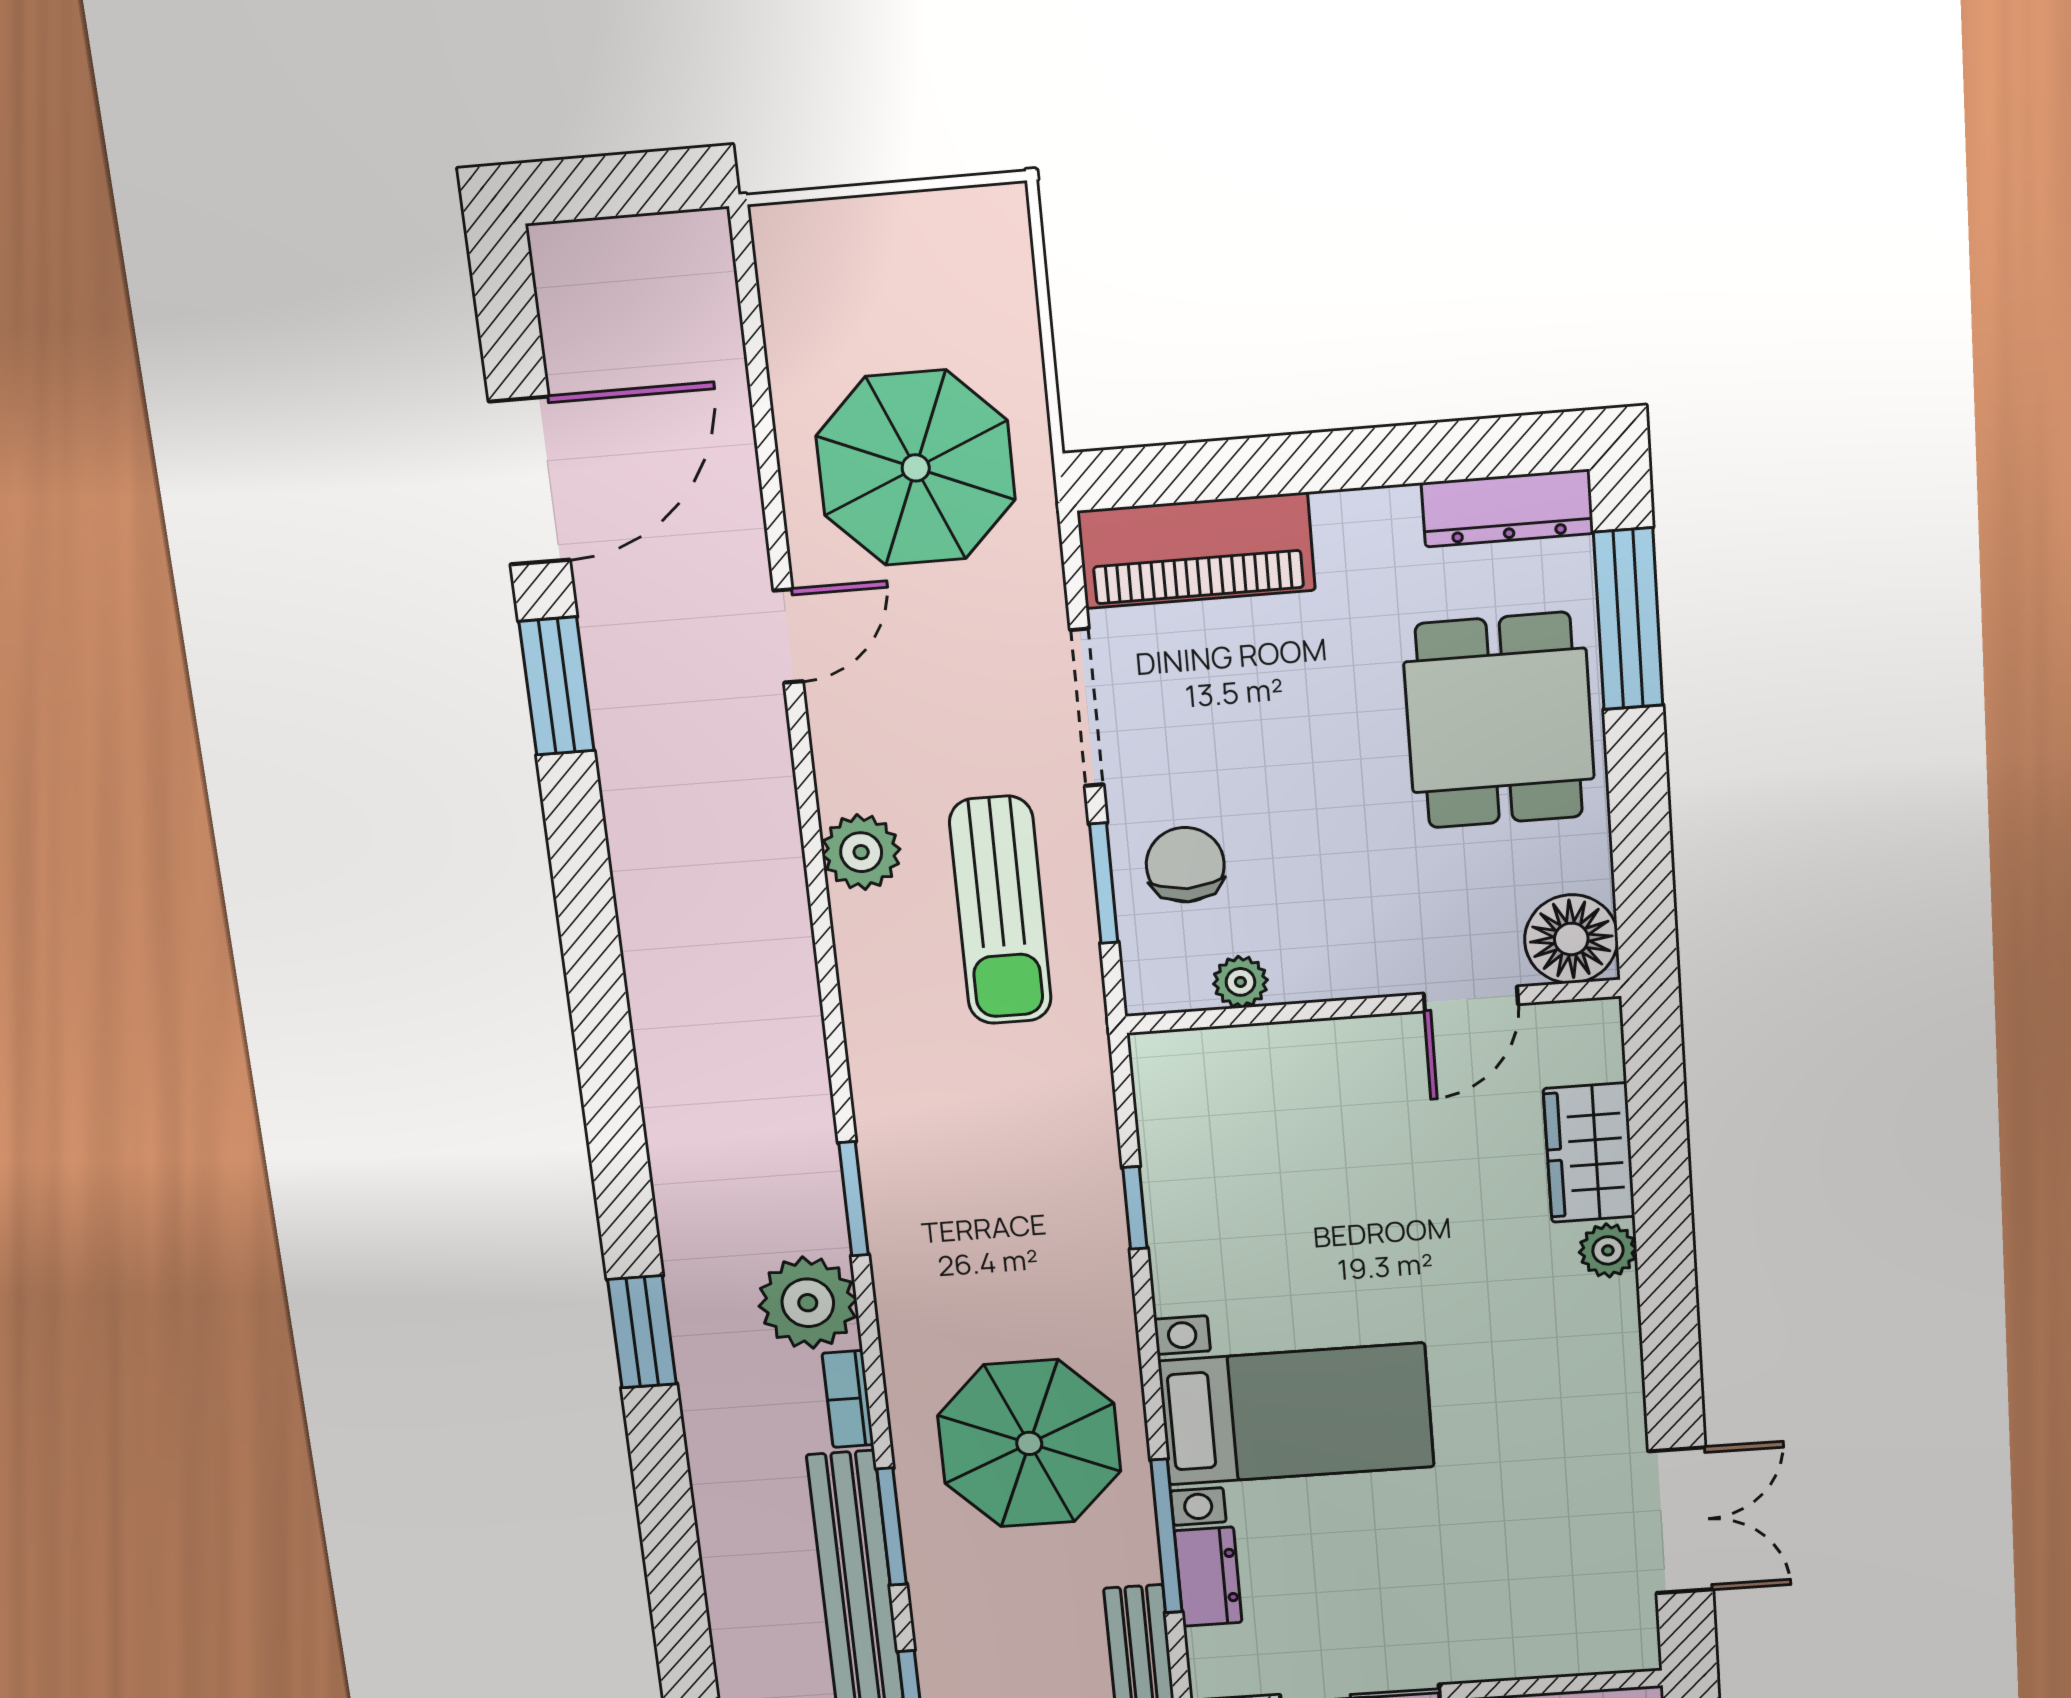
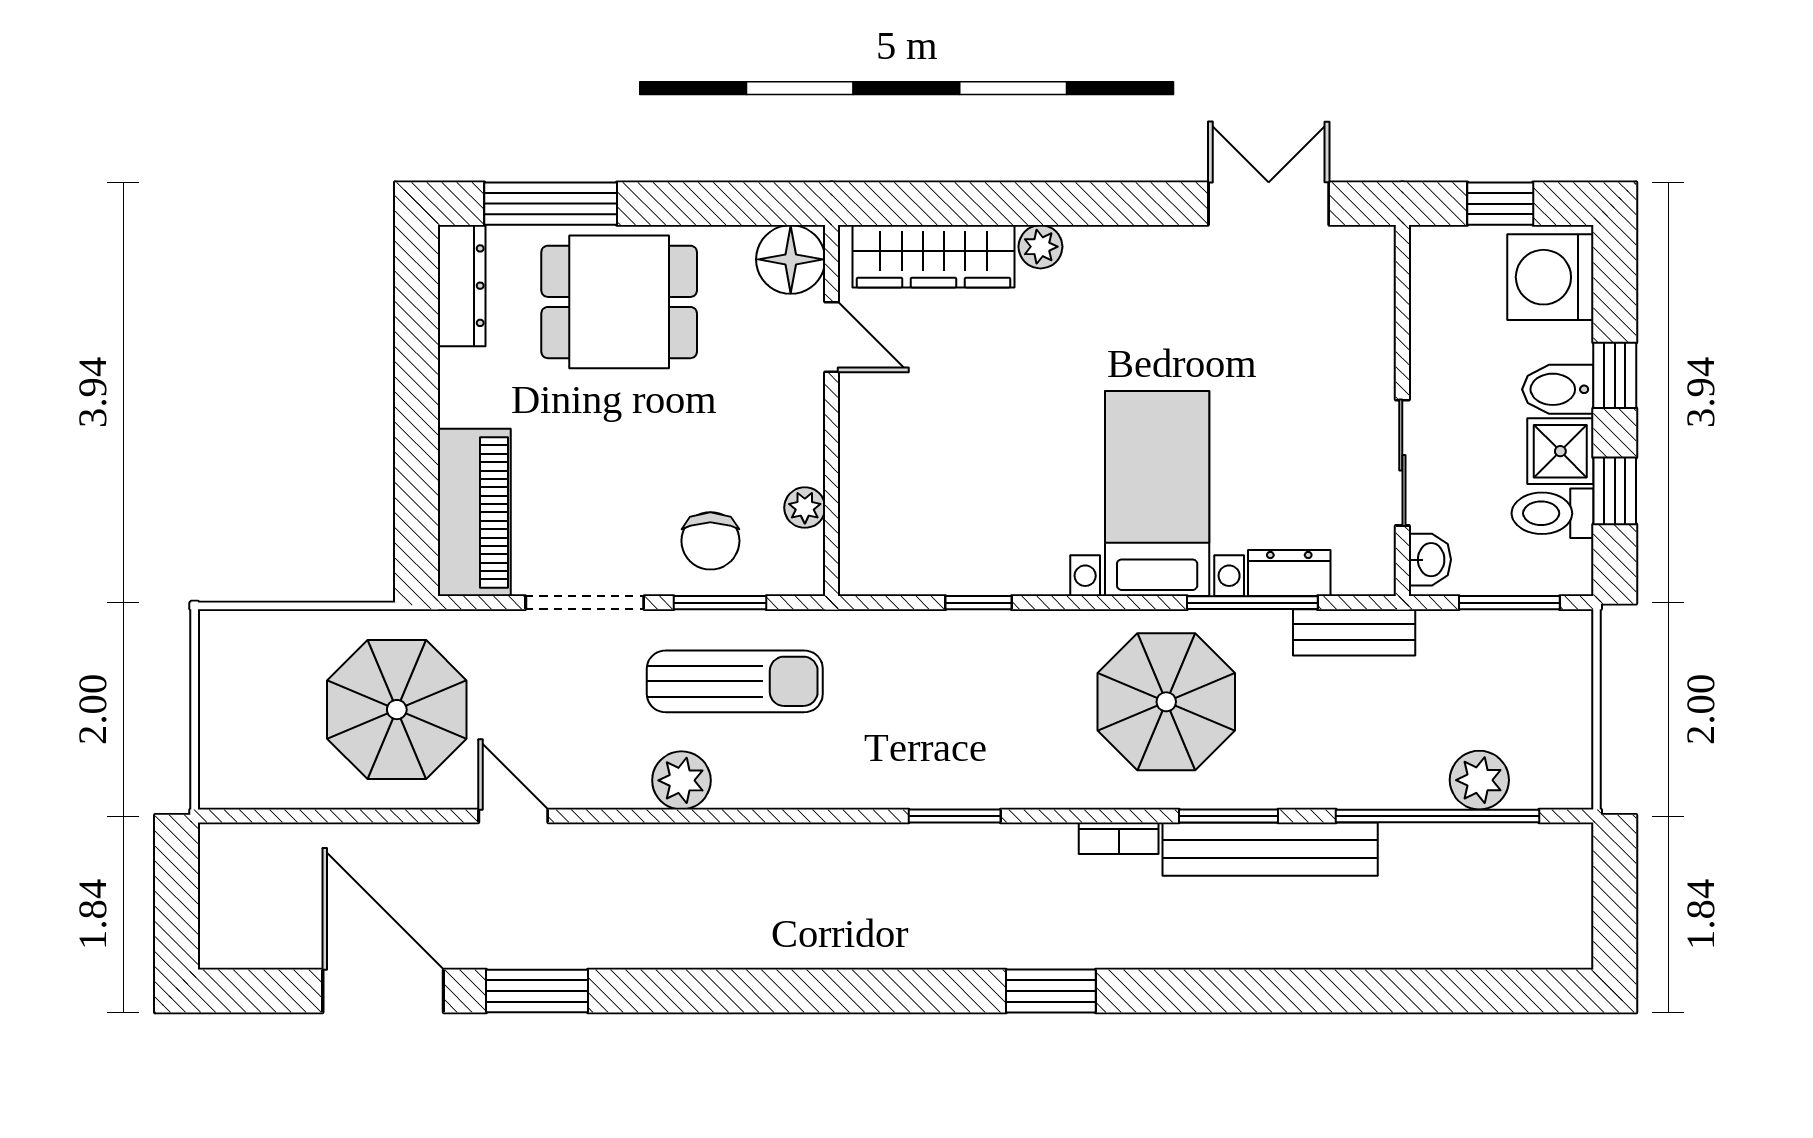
chair: (1185, 865) -> (710, 541), turned -90
wardrobe: (1589, 1153) -> (933, 256), width x1.50
plant: (808, 1303) -> (1037, 860), removed

